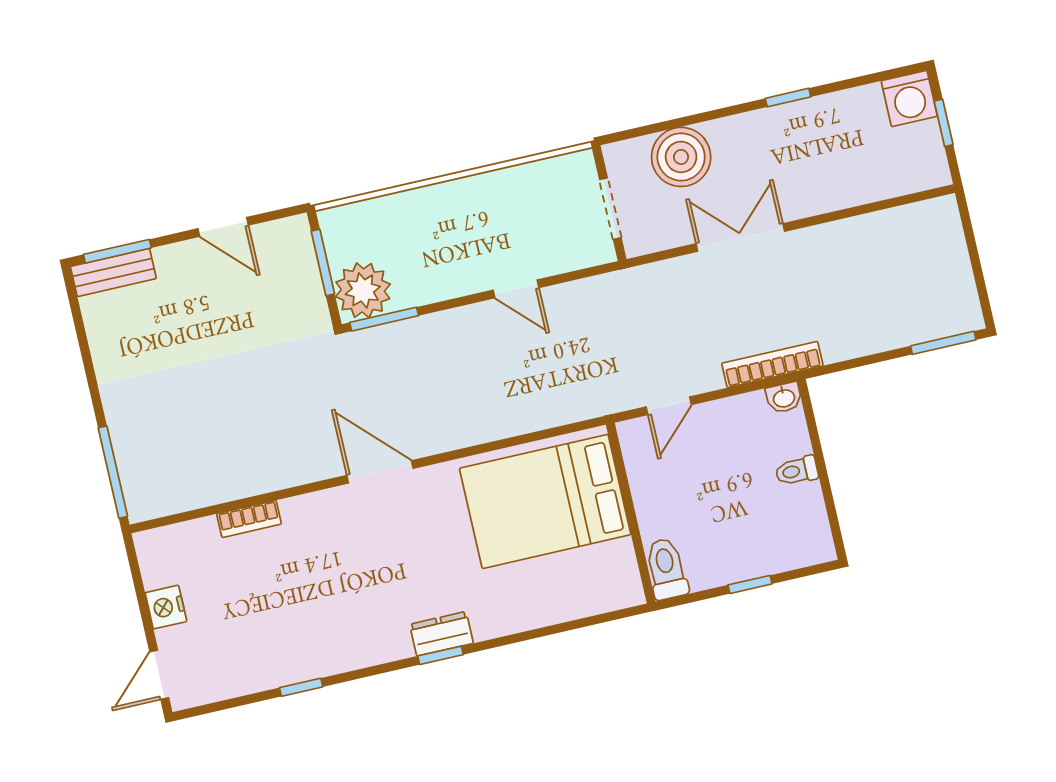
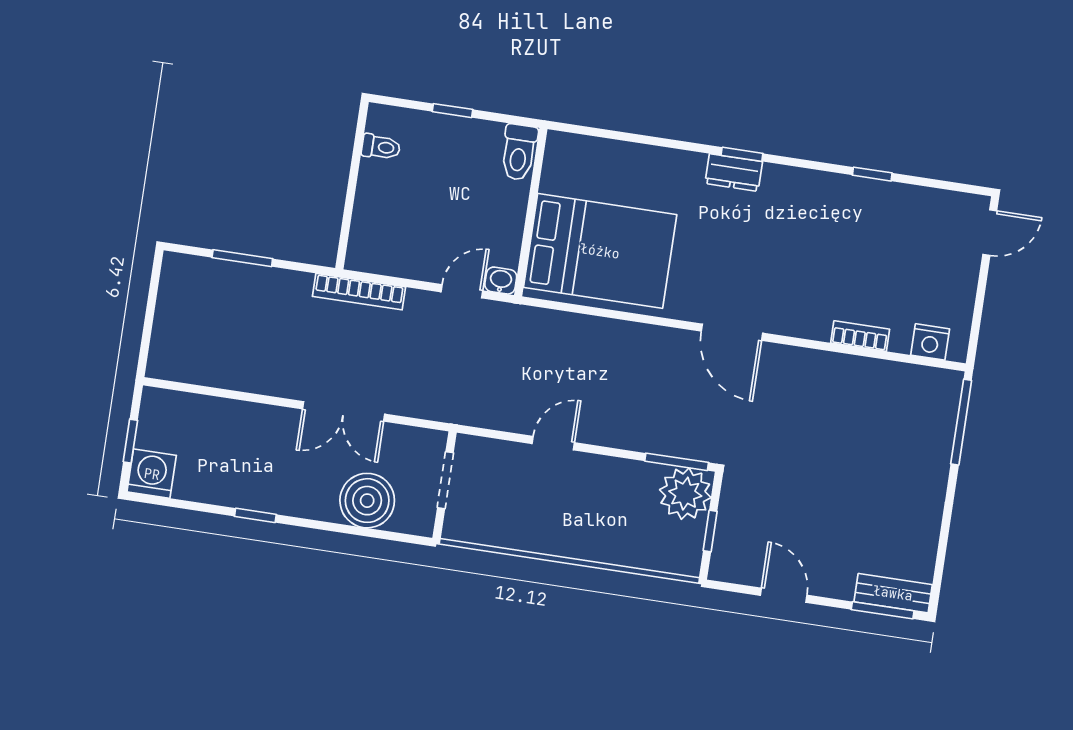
window: (323, 263) -> (710, 531), width x0.67
door: (516, 289) -> (553, 443), hinge flipped
window: (943, 343) -> (242, 258), moved
washbasin: (784, 398) -> (501, 281), moved
toilet: (797, 471) -> (381, 147), moved
nightstand: (166, 607) -> (930, 342), moved, turned 90

